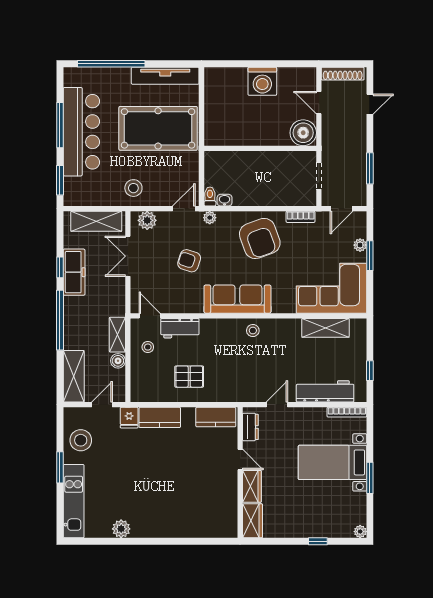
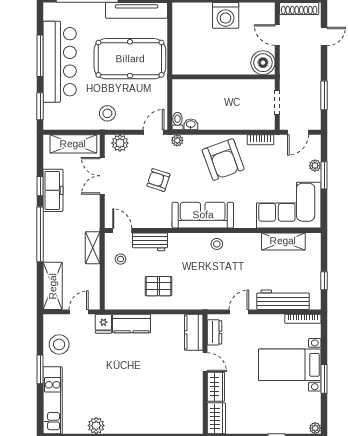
boiler: (118, 361) -> (93, 272), removed
kitchen counter: (216, 417) -> (194, 332), moved, turned 90

